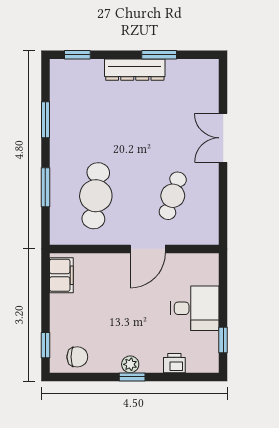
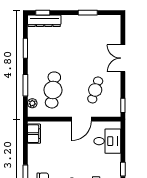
dresser: (135, 70) -> (44, 21), moved
plant: (58, 220) -> (32, 103), added
window: (223, 224) -> (123, 105), added
desk: (195, 308) -> (107, 141), moved

